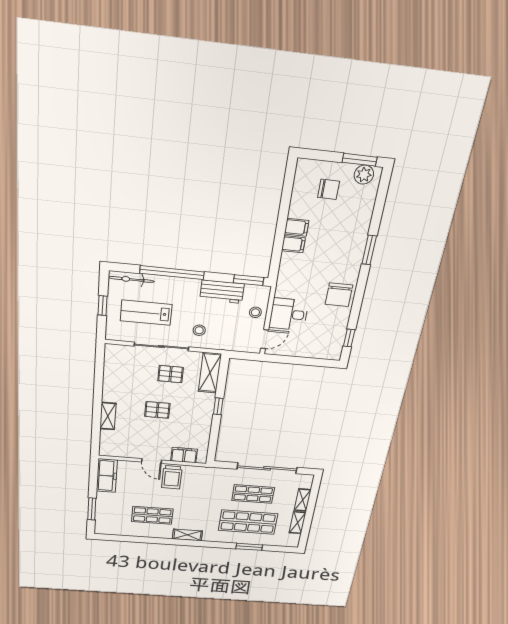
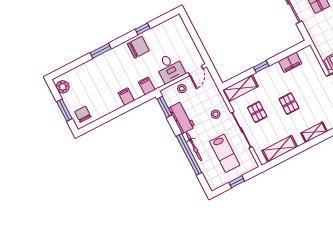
window: (360, 160) -> (64, 110), moved
chair: (329, 189) -> (83, 114), moved
filing cabinet: (297, 227) -> (147, 86), moved
bicycle: (131, 279) -> (194, 147), moved
window: (349, 338) -> (143, 29), moved
door: (265, 339) -> (196, 71), swing flipped
shelving: (112, 373) -> (280, 149), added
filing cabinet: (184, 455) -> (290, 62), moved, turned -90

